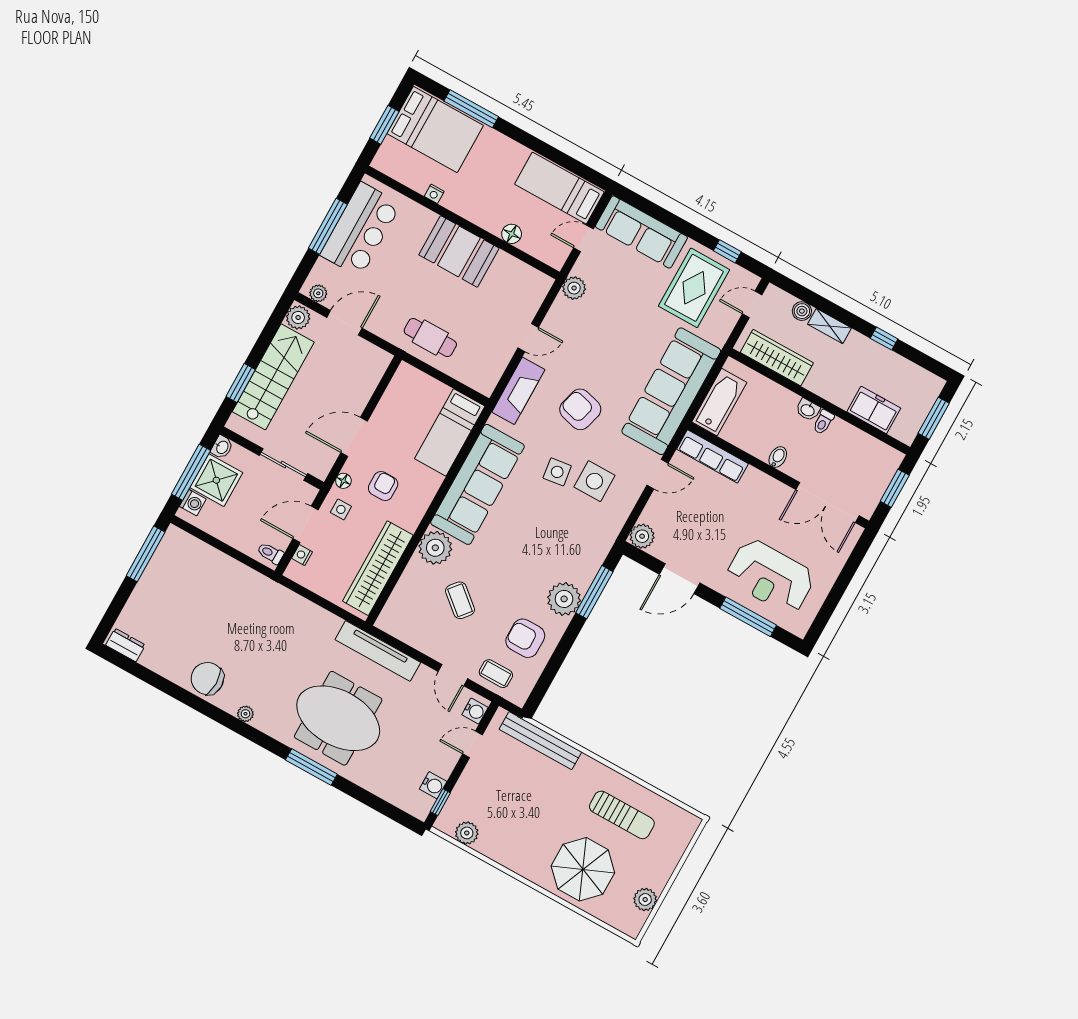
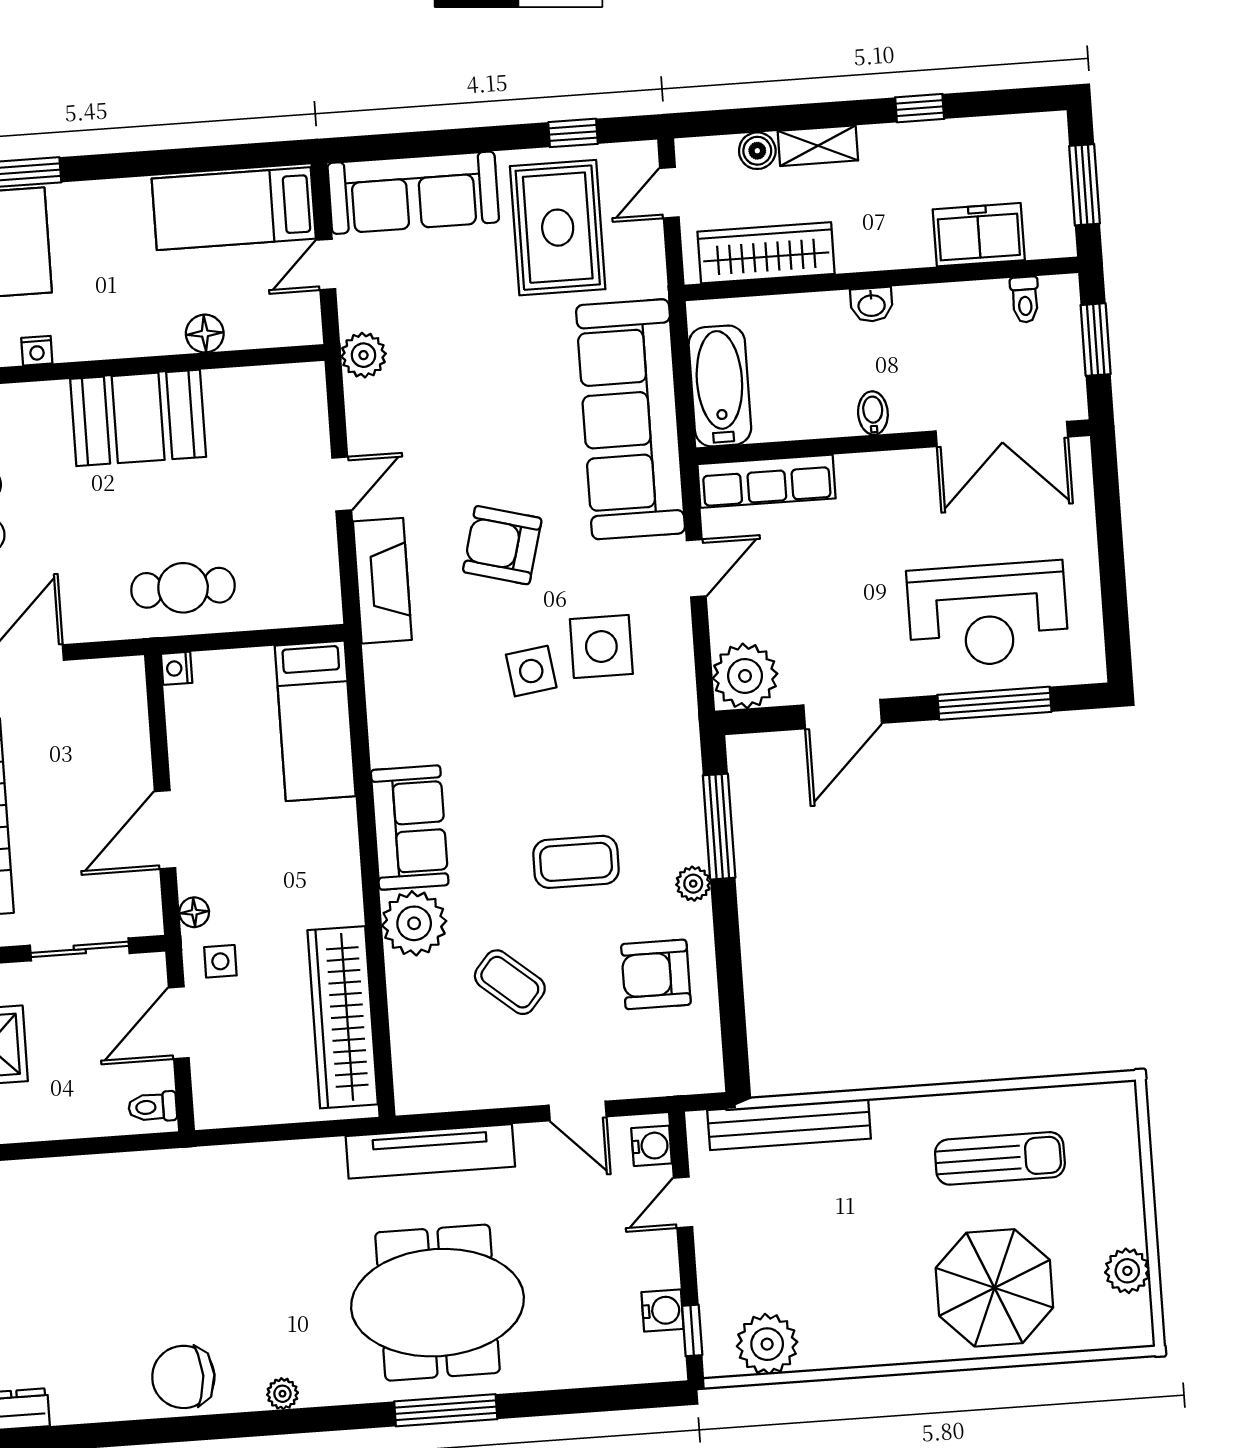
toilet: (823, 422) -> (1025, 300), moved
sofa: (478, 484) -> (410, 828), width x0.54, depth x0.79
armchair: (383, 486) -> (264, 879), removed
plant: (642, 536) -> (745, 676), width x1.36, depth x1.36
nightstand: (302, 555) -> (177, 668), moved
plant: (564, 599) -> (693, 884), width x0.53, depth x0.53
coffee table: (496, 674) -> (576, 862), moved, width x1.36, depth x1.30
plant: (467, 833) -> (767, 1344), width x1.36, depth x1.36

